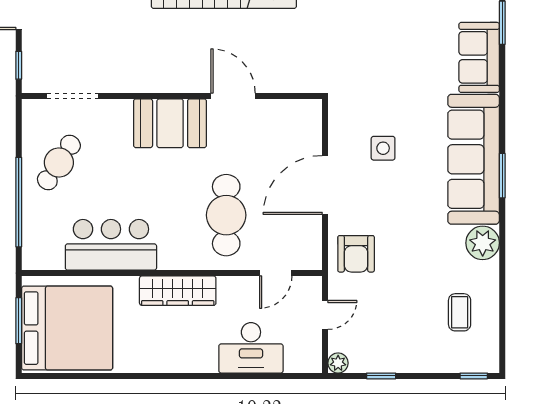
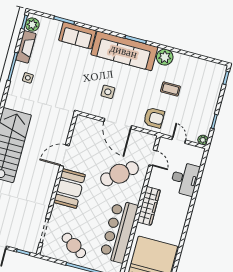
cafe table: (226, 215) -> (119, 174), turned -39
bar counter: (111, 245) -> (119, 231), width x1.36
coffee table: (460, 312) -> (170, 89), moved

